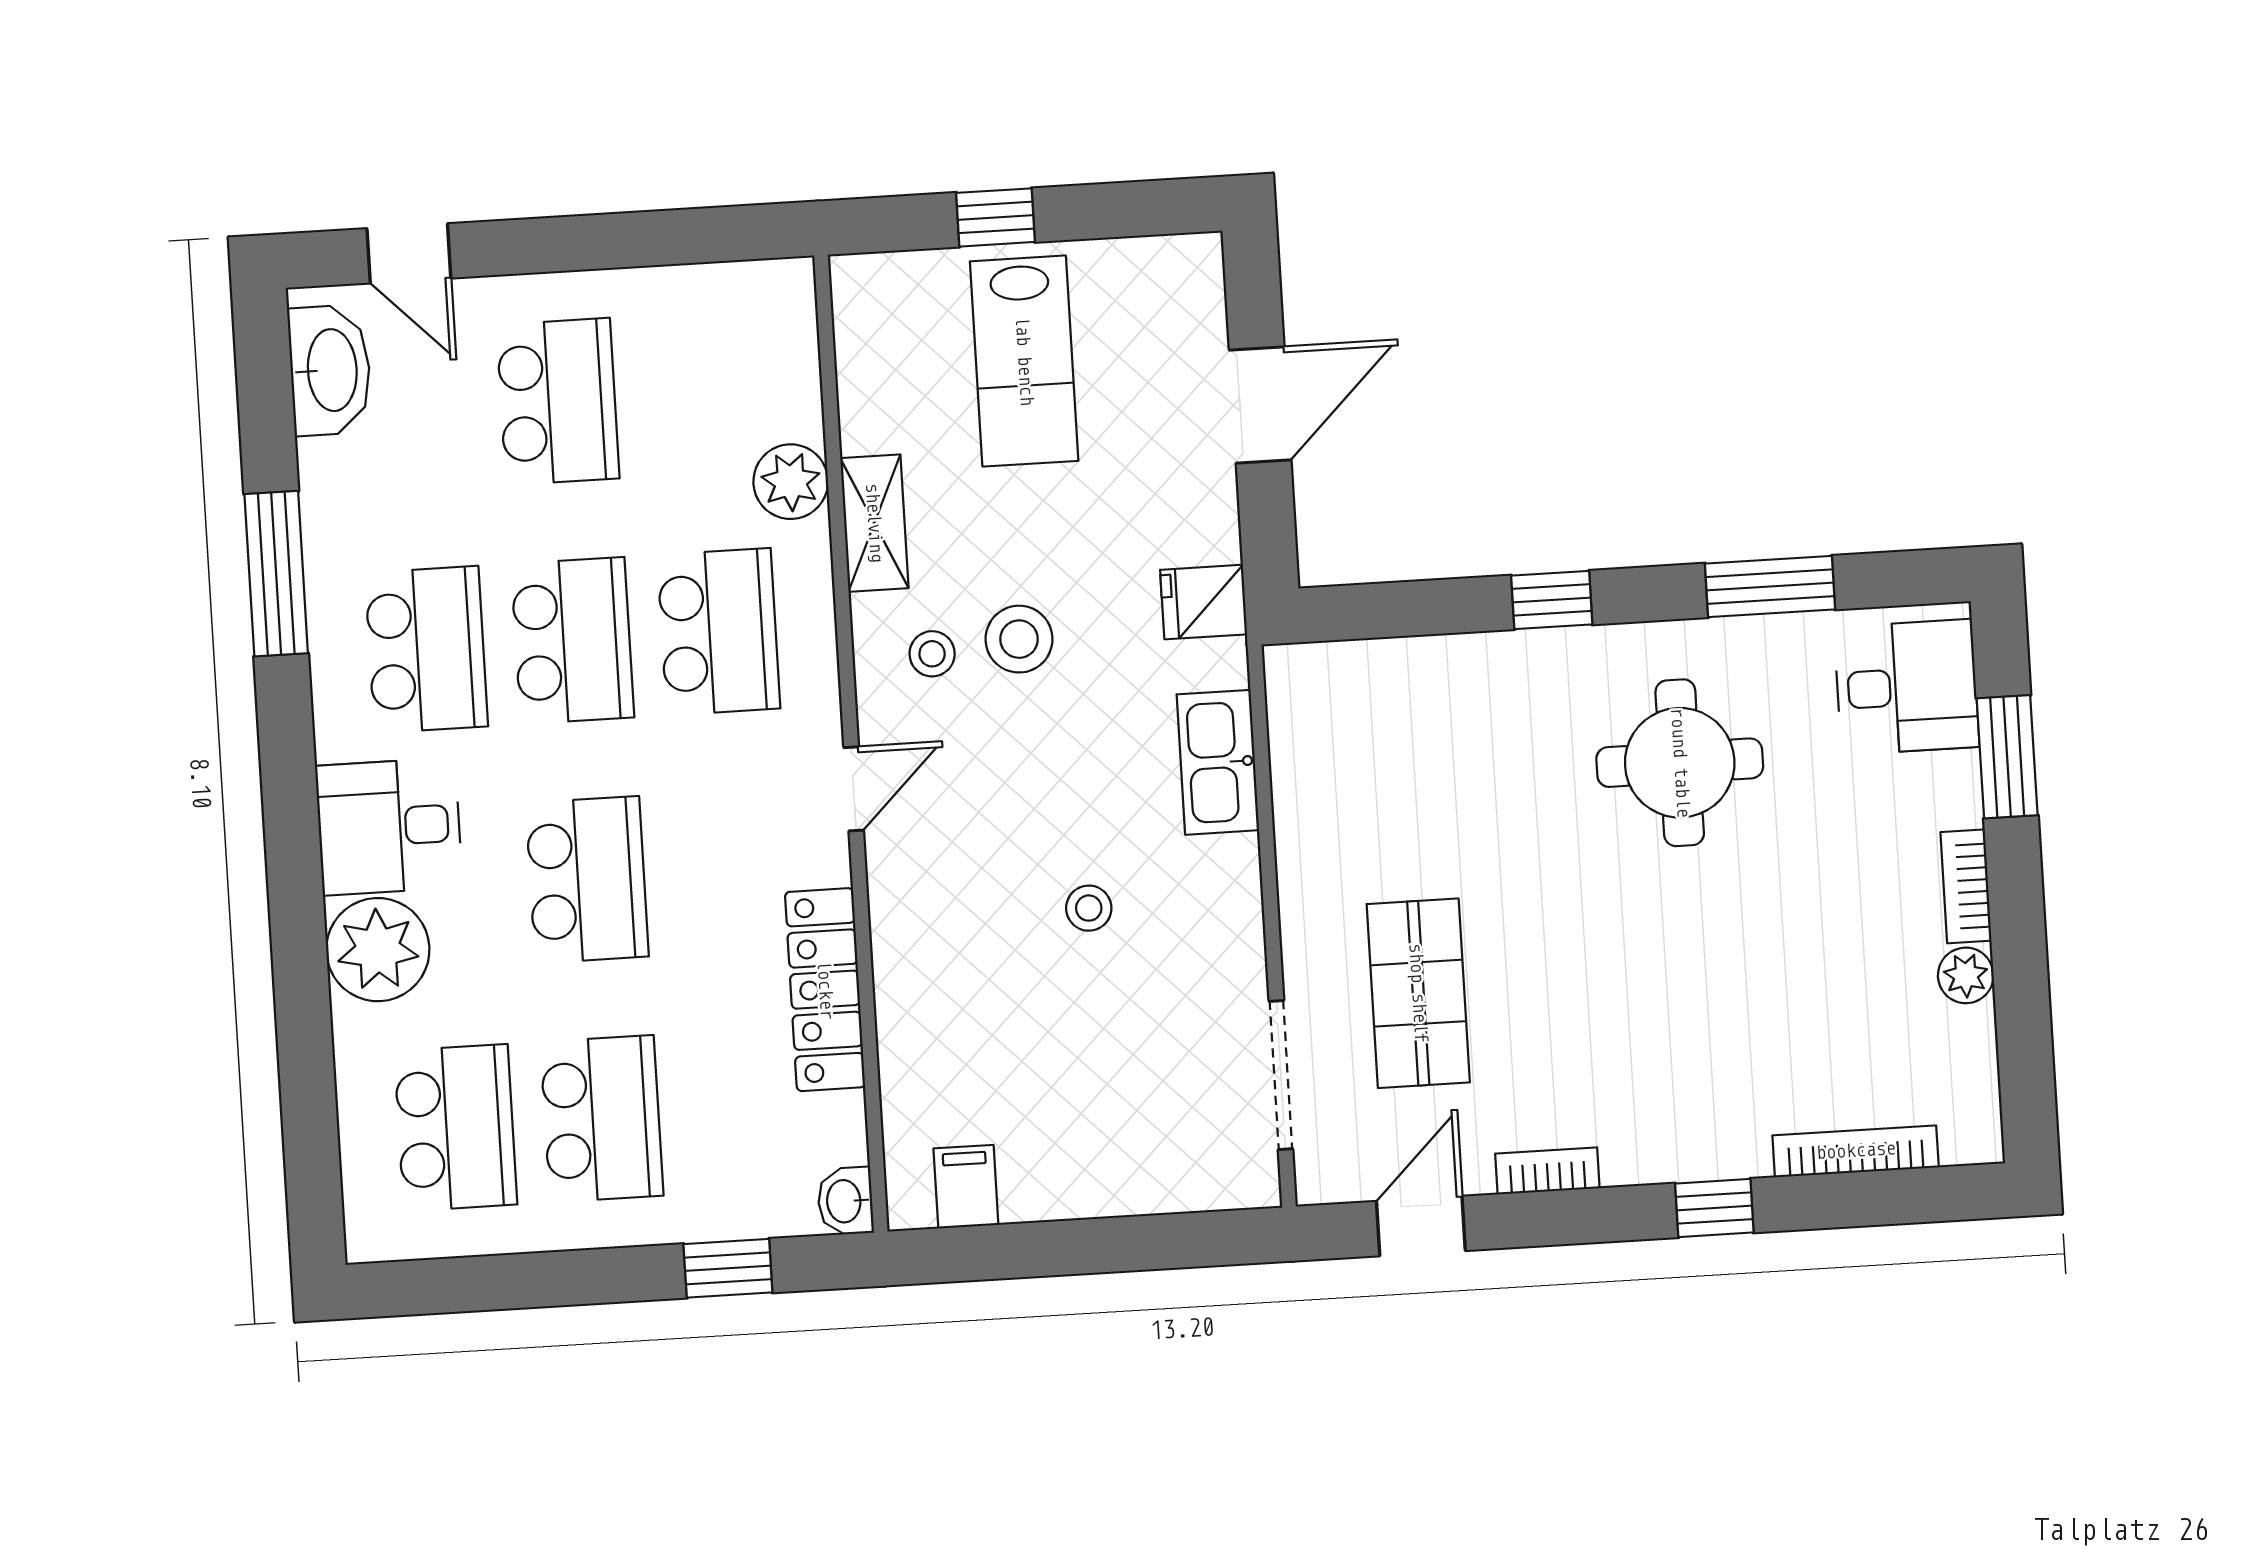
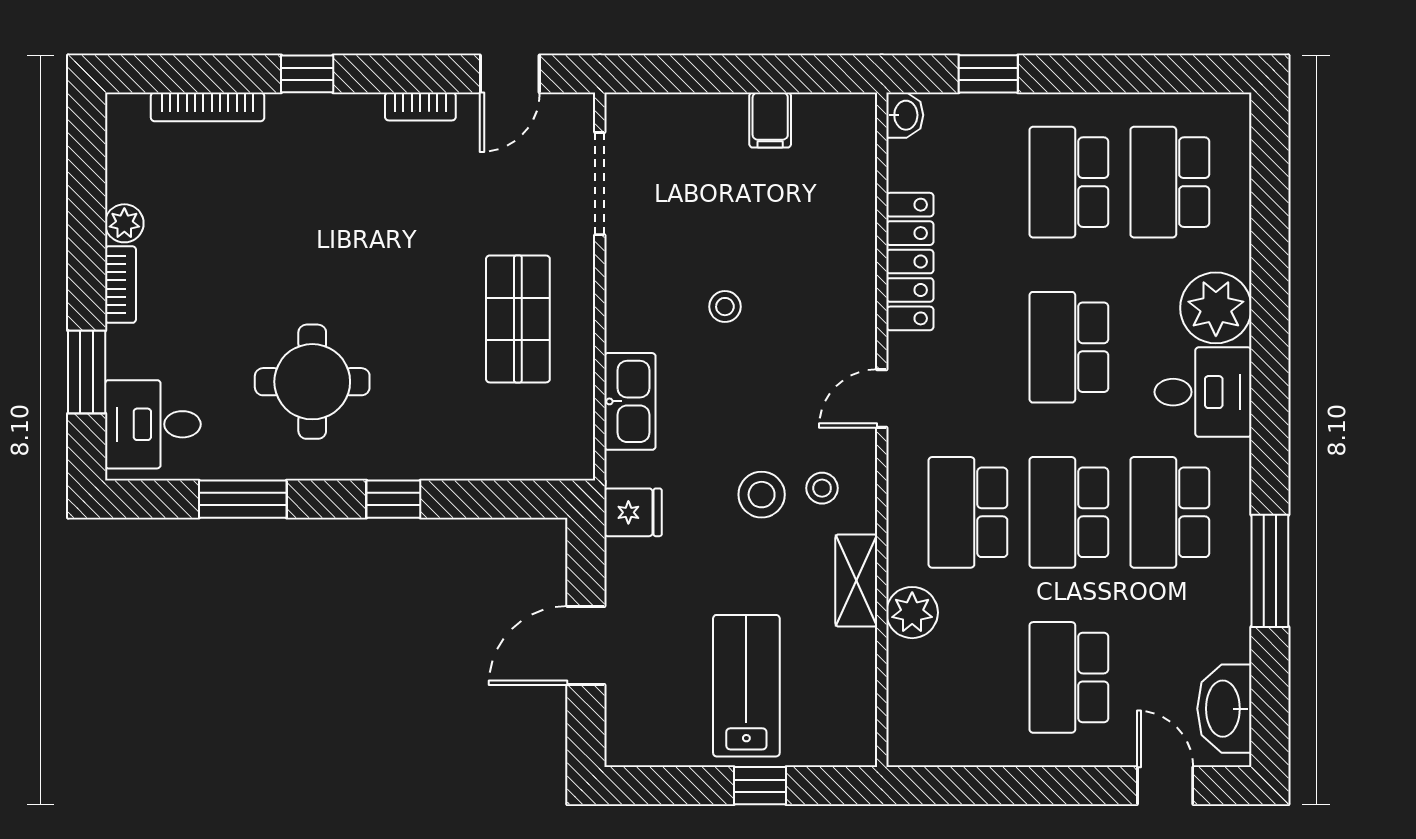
shop shelf: (1418, 993) -> (518, 319), moved
filing cabinet: (966, 1187) -> (770, 120), moved

